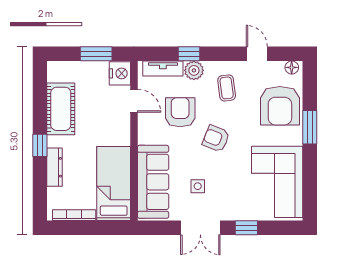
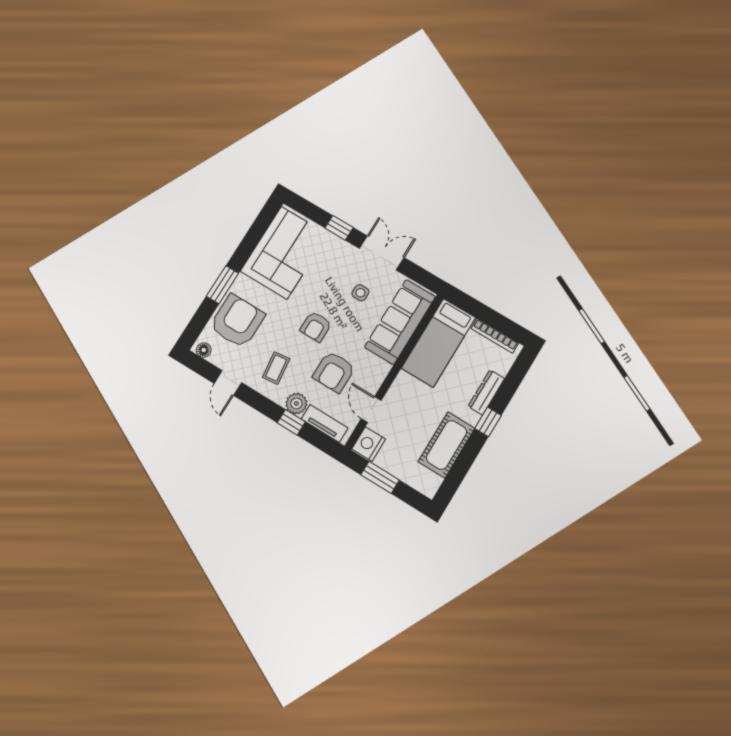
armchair: (216, 139) -> (316, 327), turned 68

